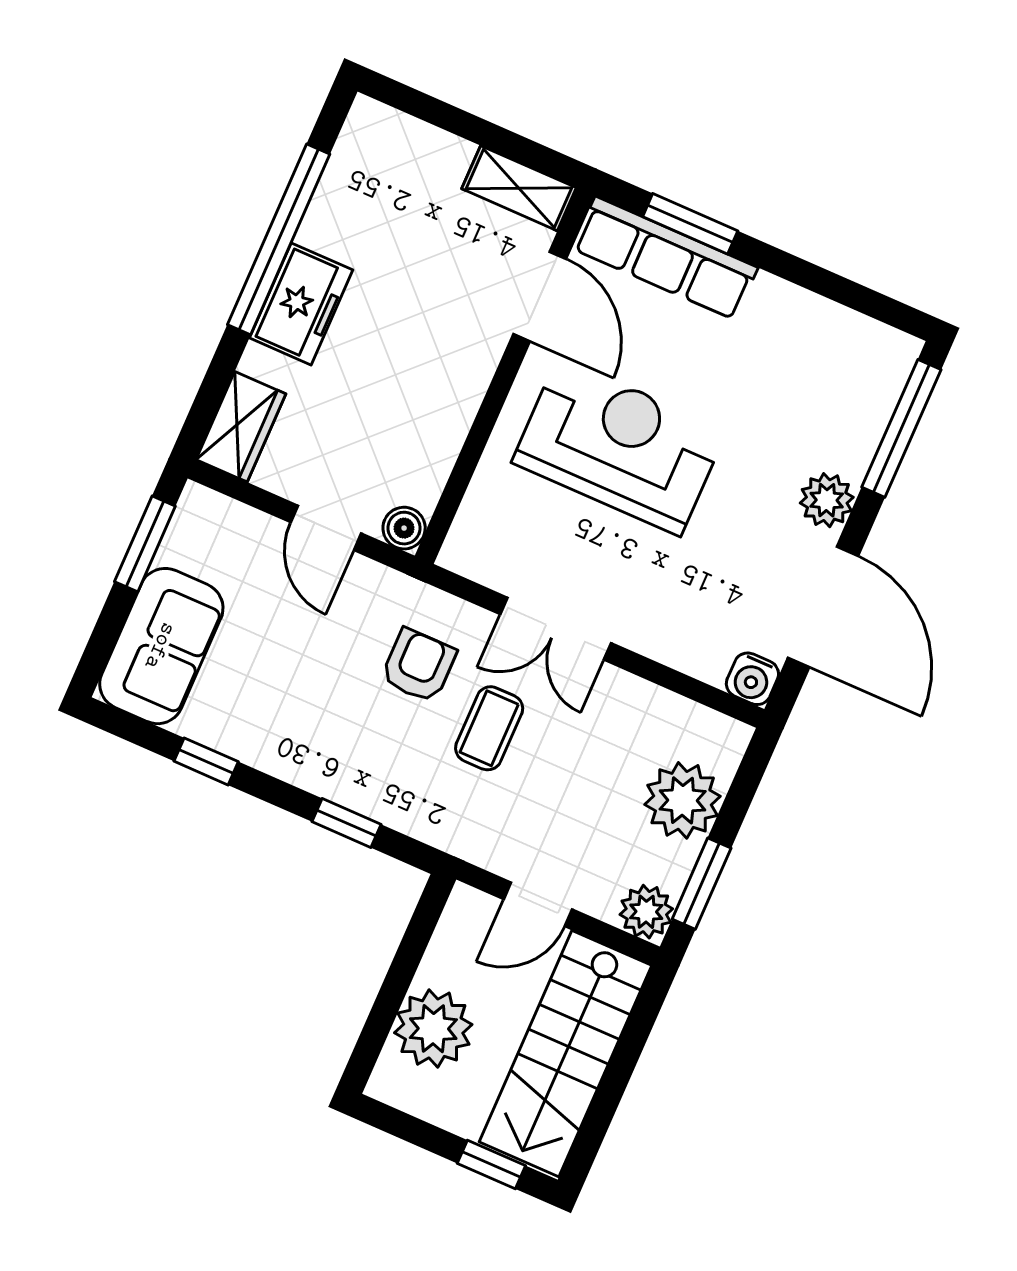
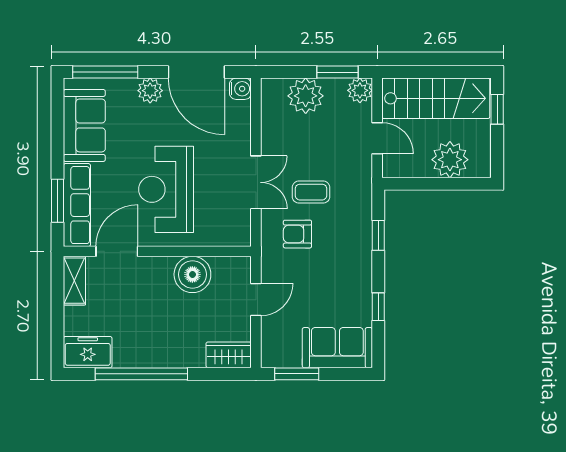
freezer: (301, 304) -> (88, 352), moved
sofa: (815, 341) -> (84, 125), added
boiler: (404, 528) -> (192, 274), moved, width x1.86, depth x1.86
door: (823, 607) -> (196, 72), swing flipped

